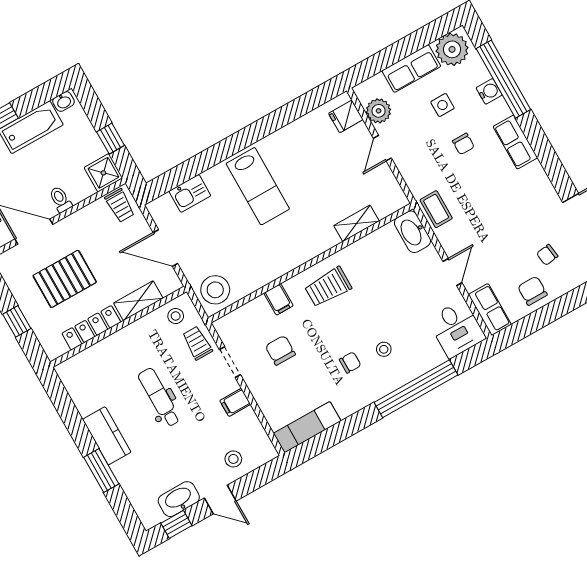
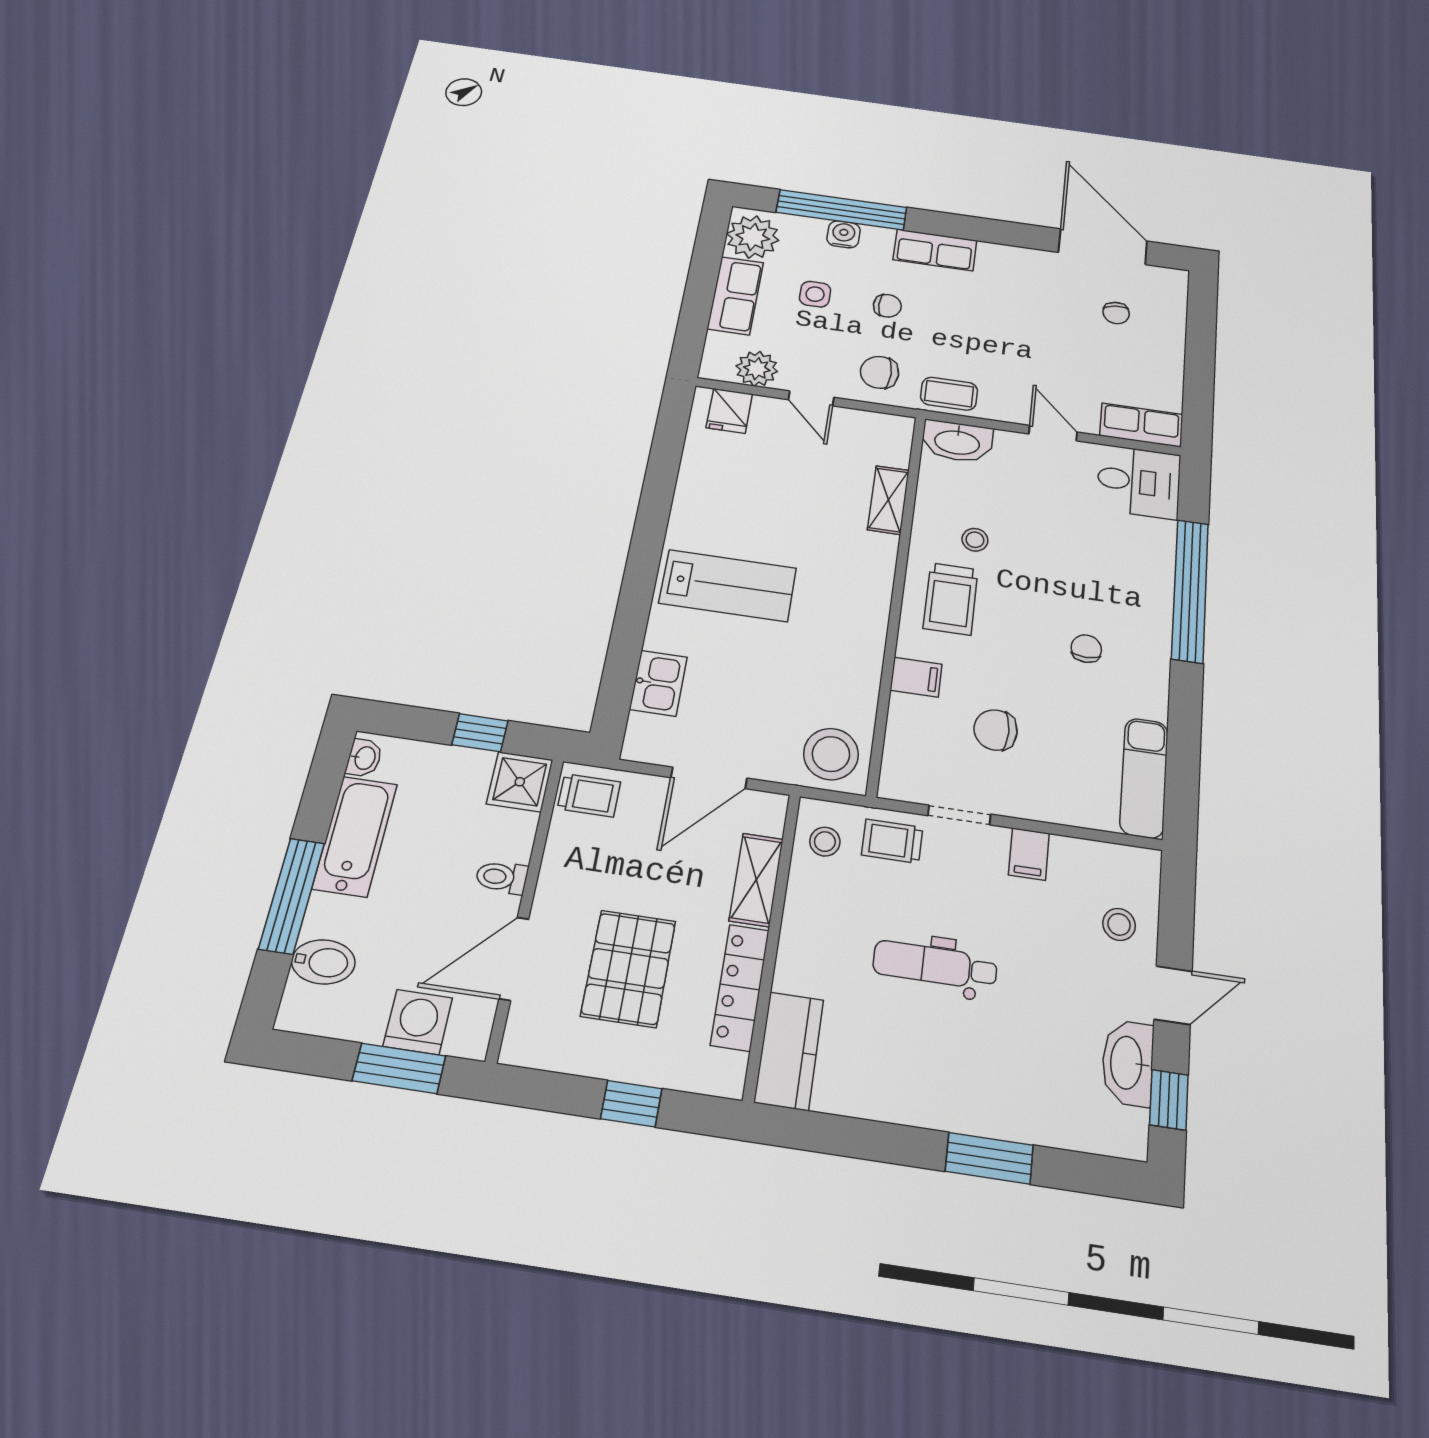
chair: (532, 291) -> (879, 372), moved
stool: (384, 349) -> (975, 540), moved
kitchen counter: (107, 436) -> (789, 1051), moved, turned 90

